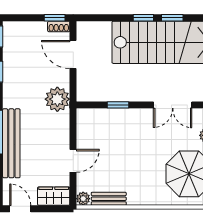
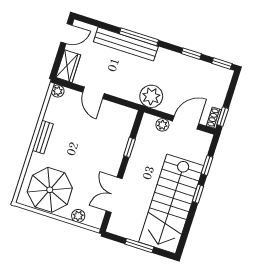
window: (172, 18) -> (207, 165), moved
plant: (83, 78) -> (162, 125), added
bench: (109, 199) -> (43, 137), moved

